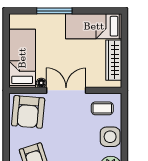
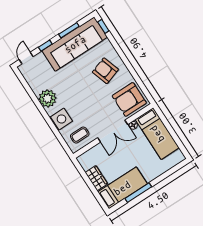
window: (54, 11) -> (138, 193), moved
wardrobe: (114, 60) -> (96, 178), width x0.67
armchair: (28, 112) -> (129, 99), turned -95

